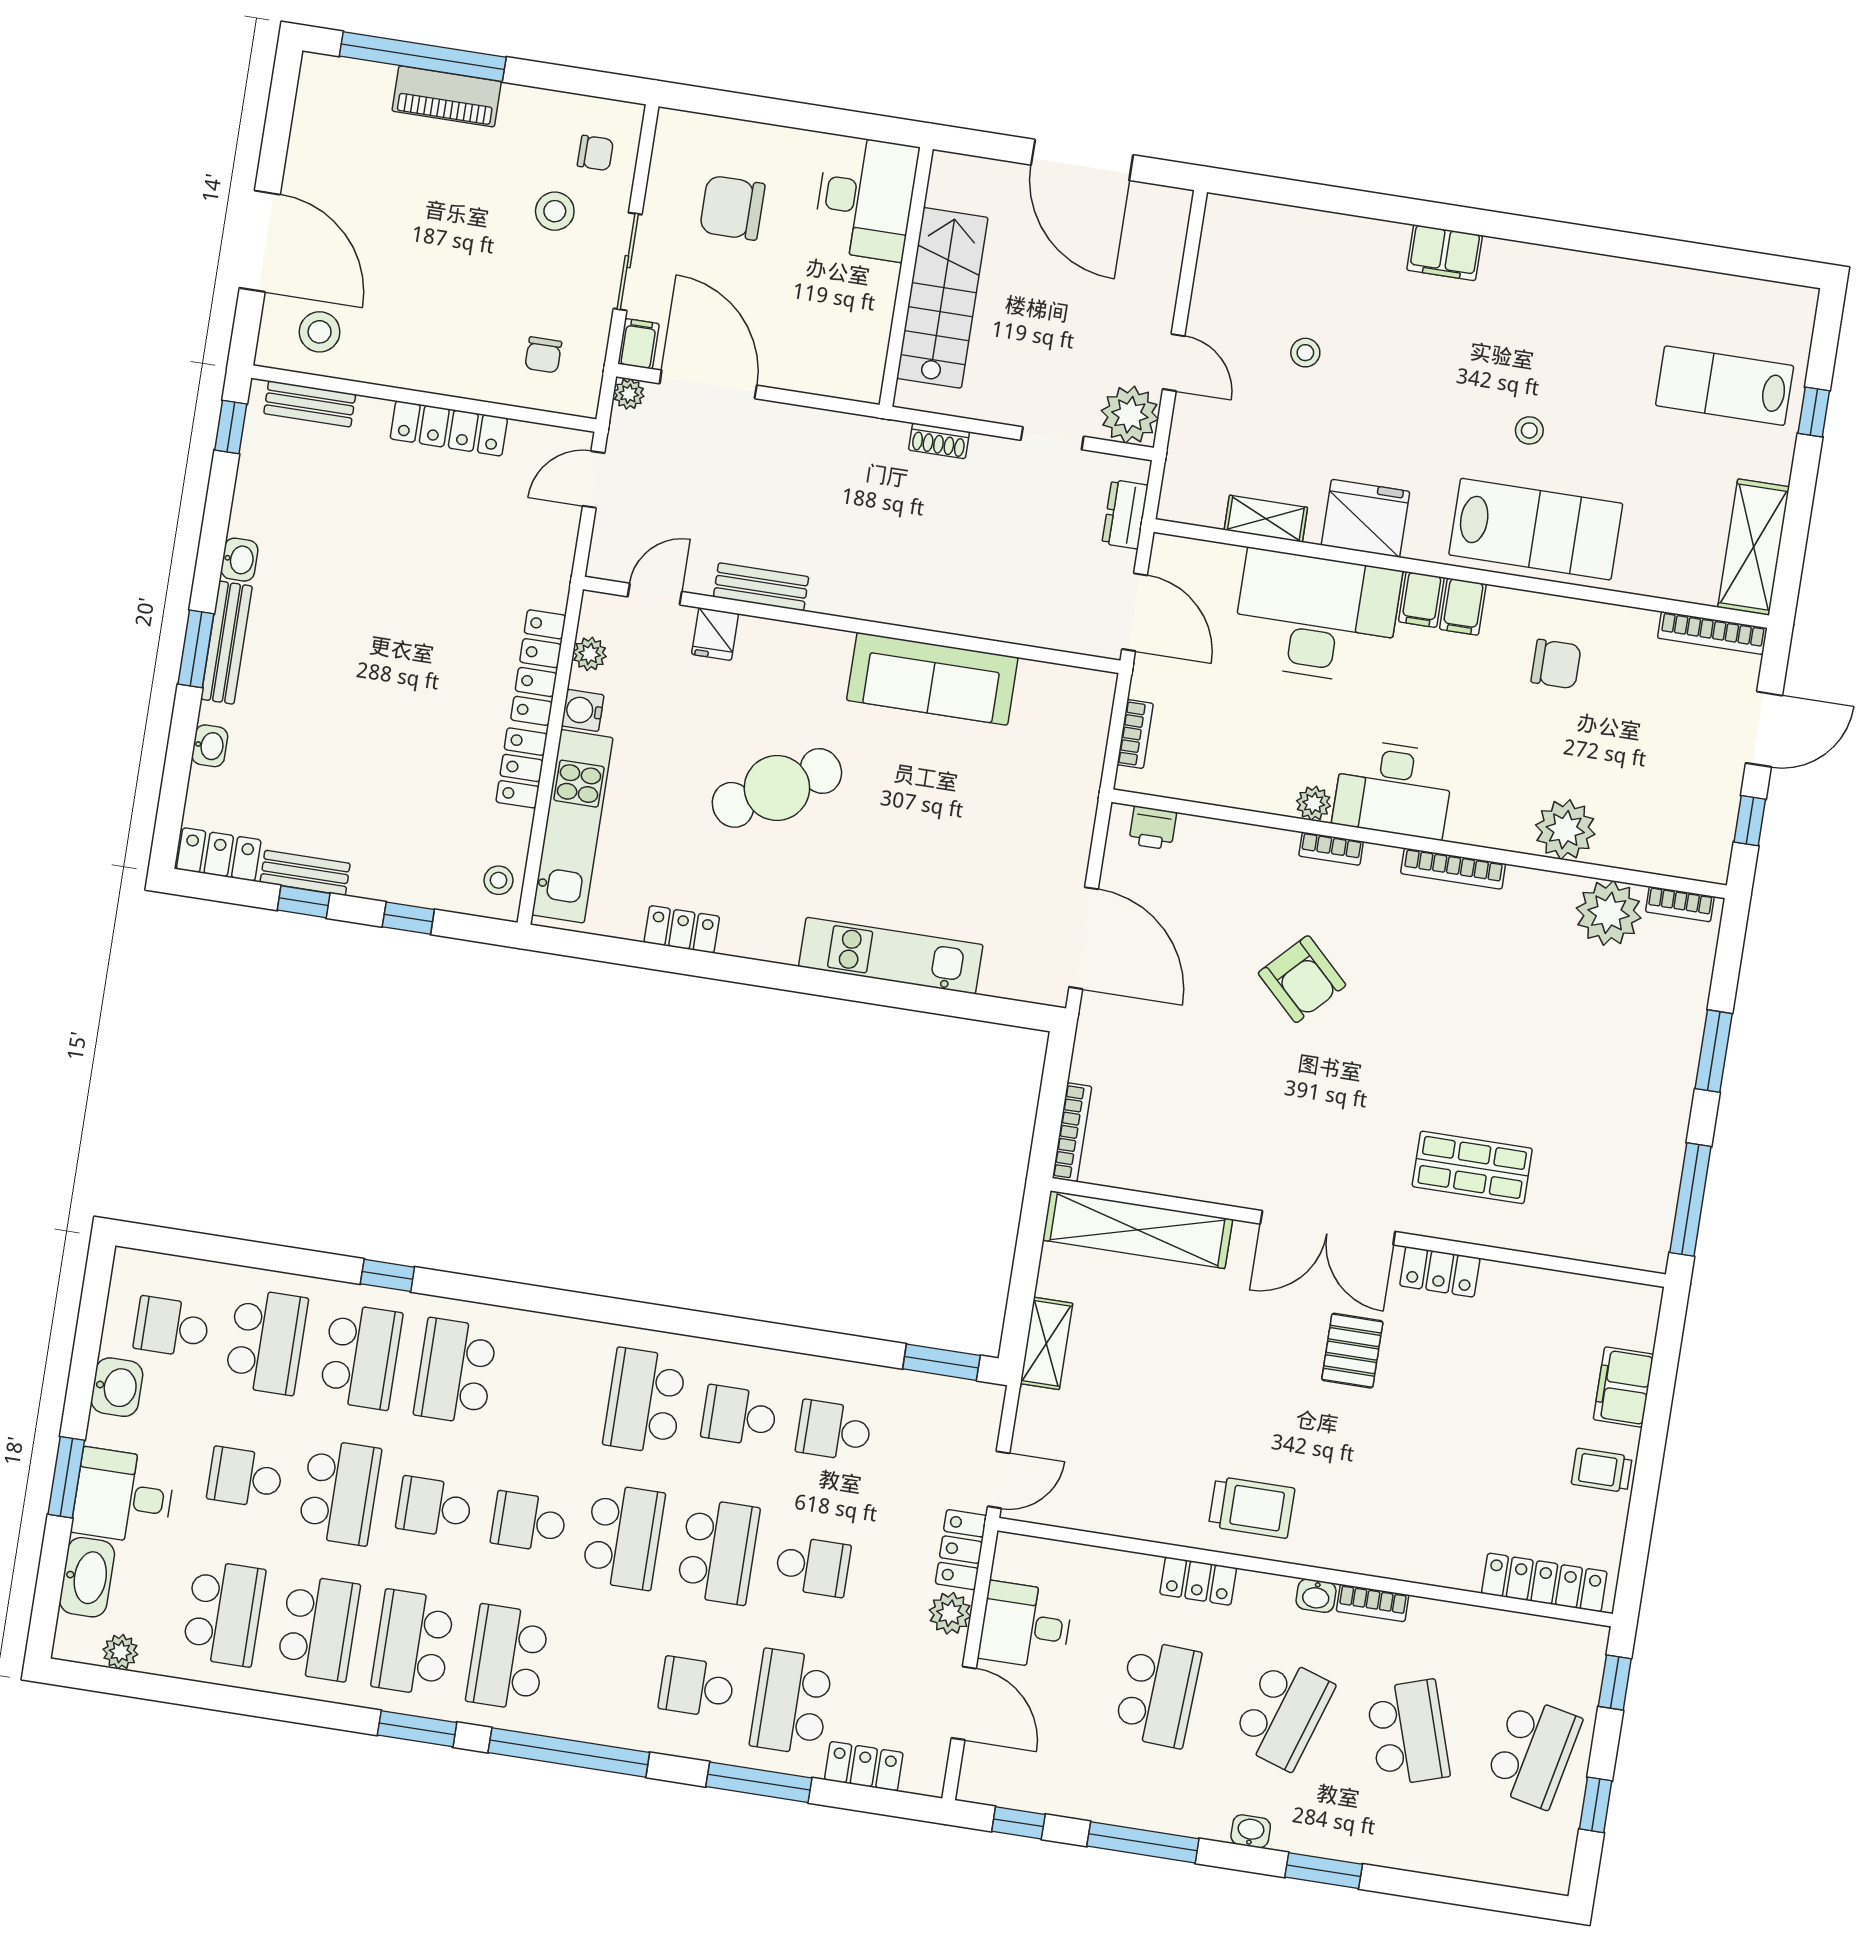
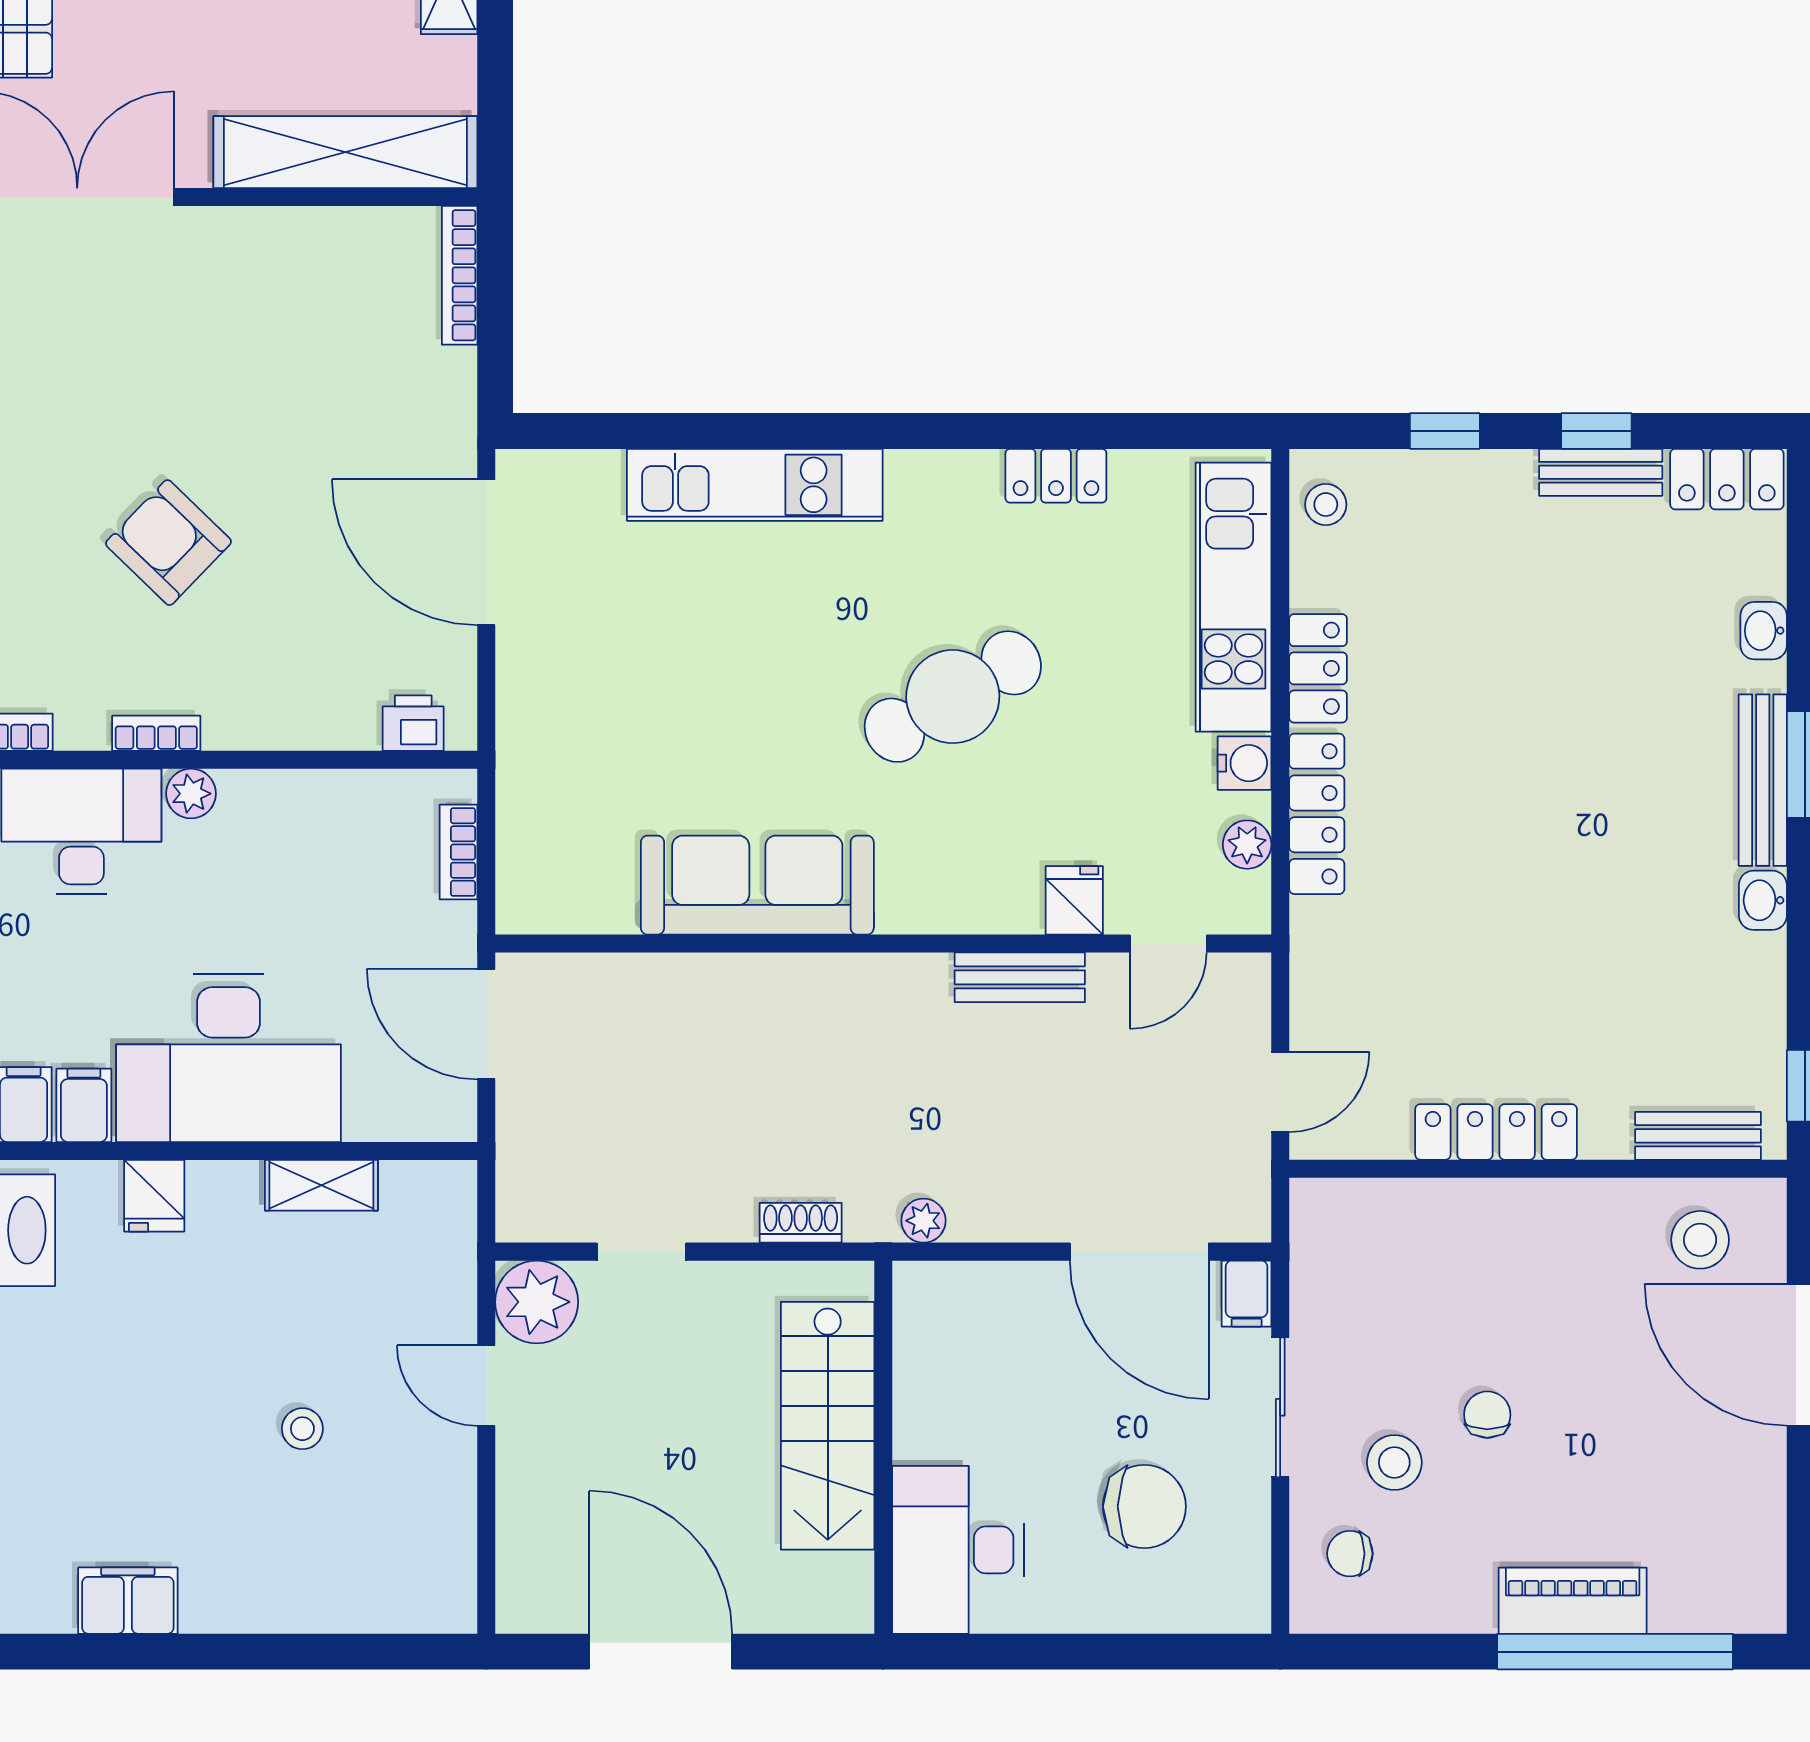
chair: (543, 355) -> (1487, 1415), moved
plant: (629, 394) -> (923, 1221), moved
dresser: (1125, 514) -> (521, 1160), removed
fridge: (1365, 518) -> (154, 1196), width x0.53, depth x0.75

